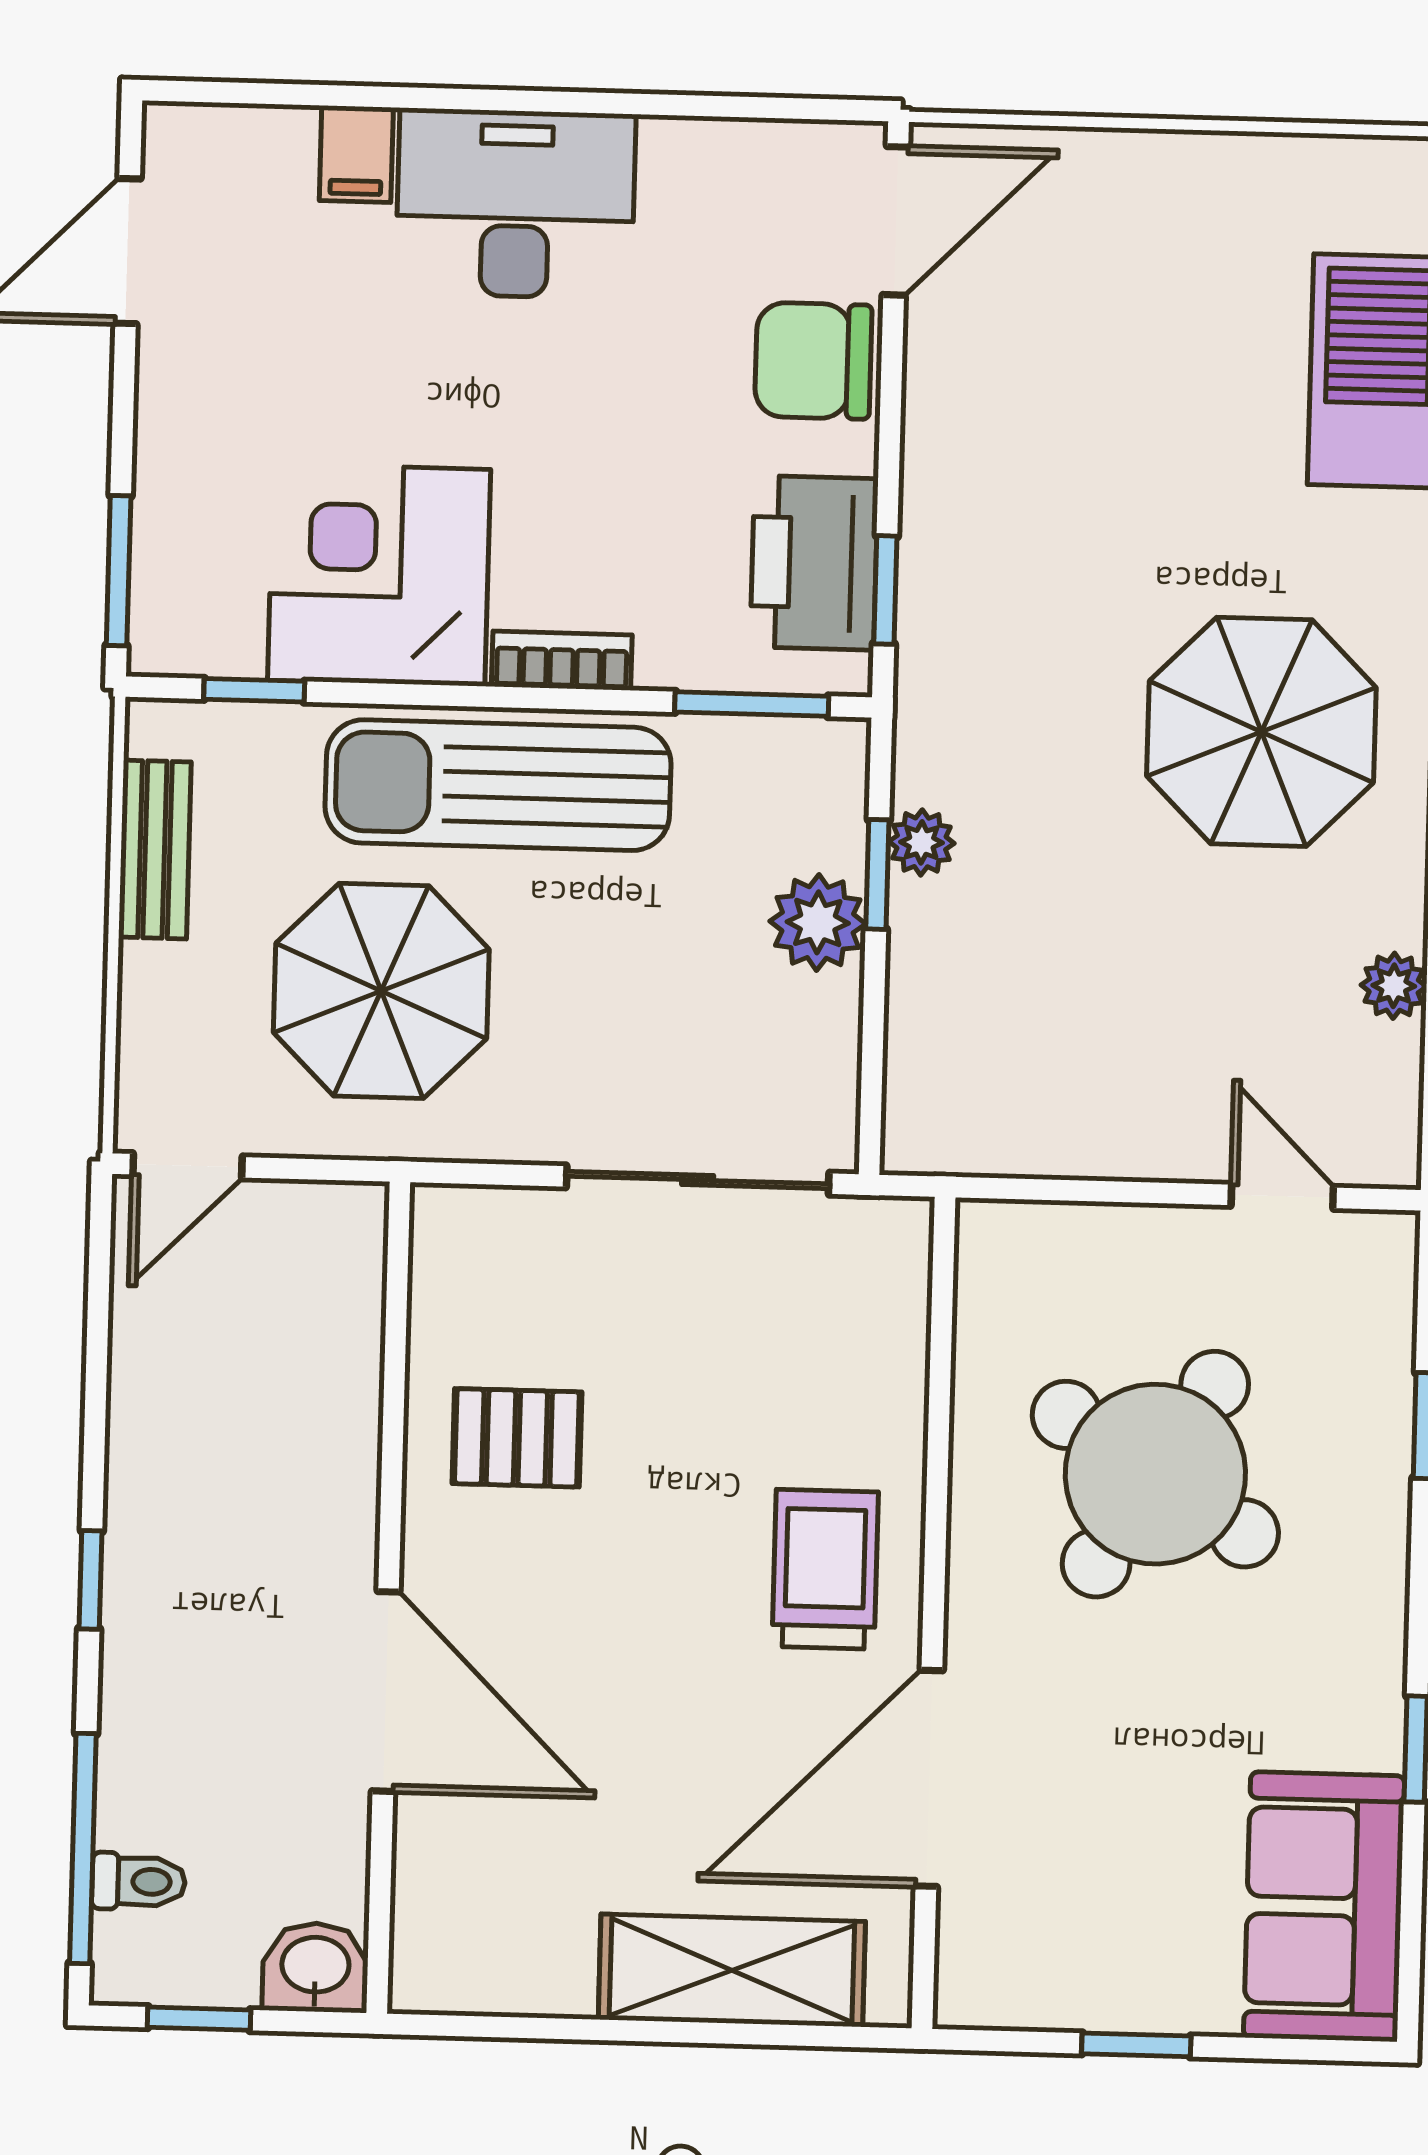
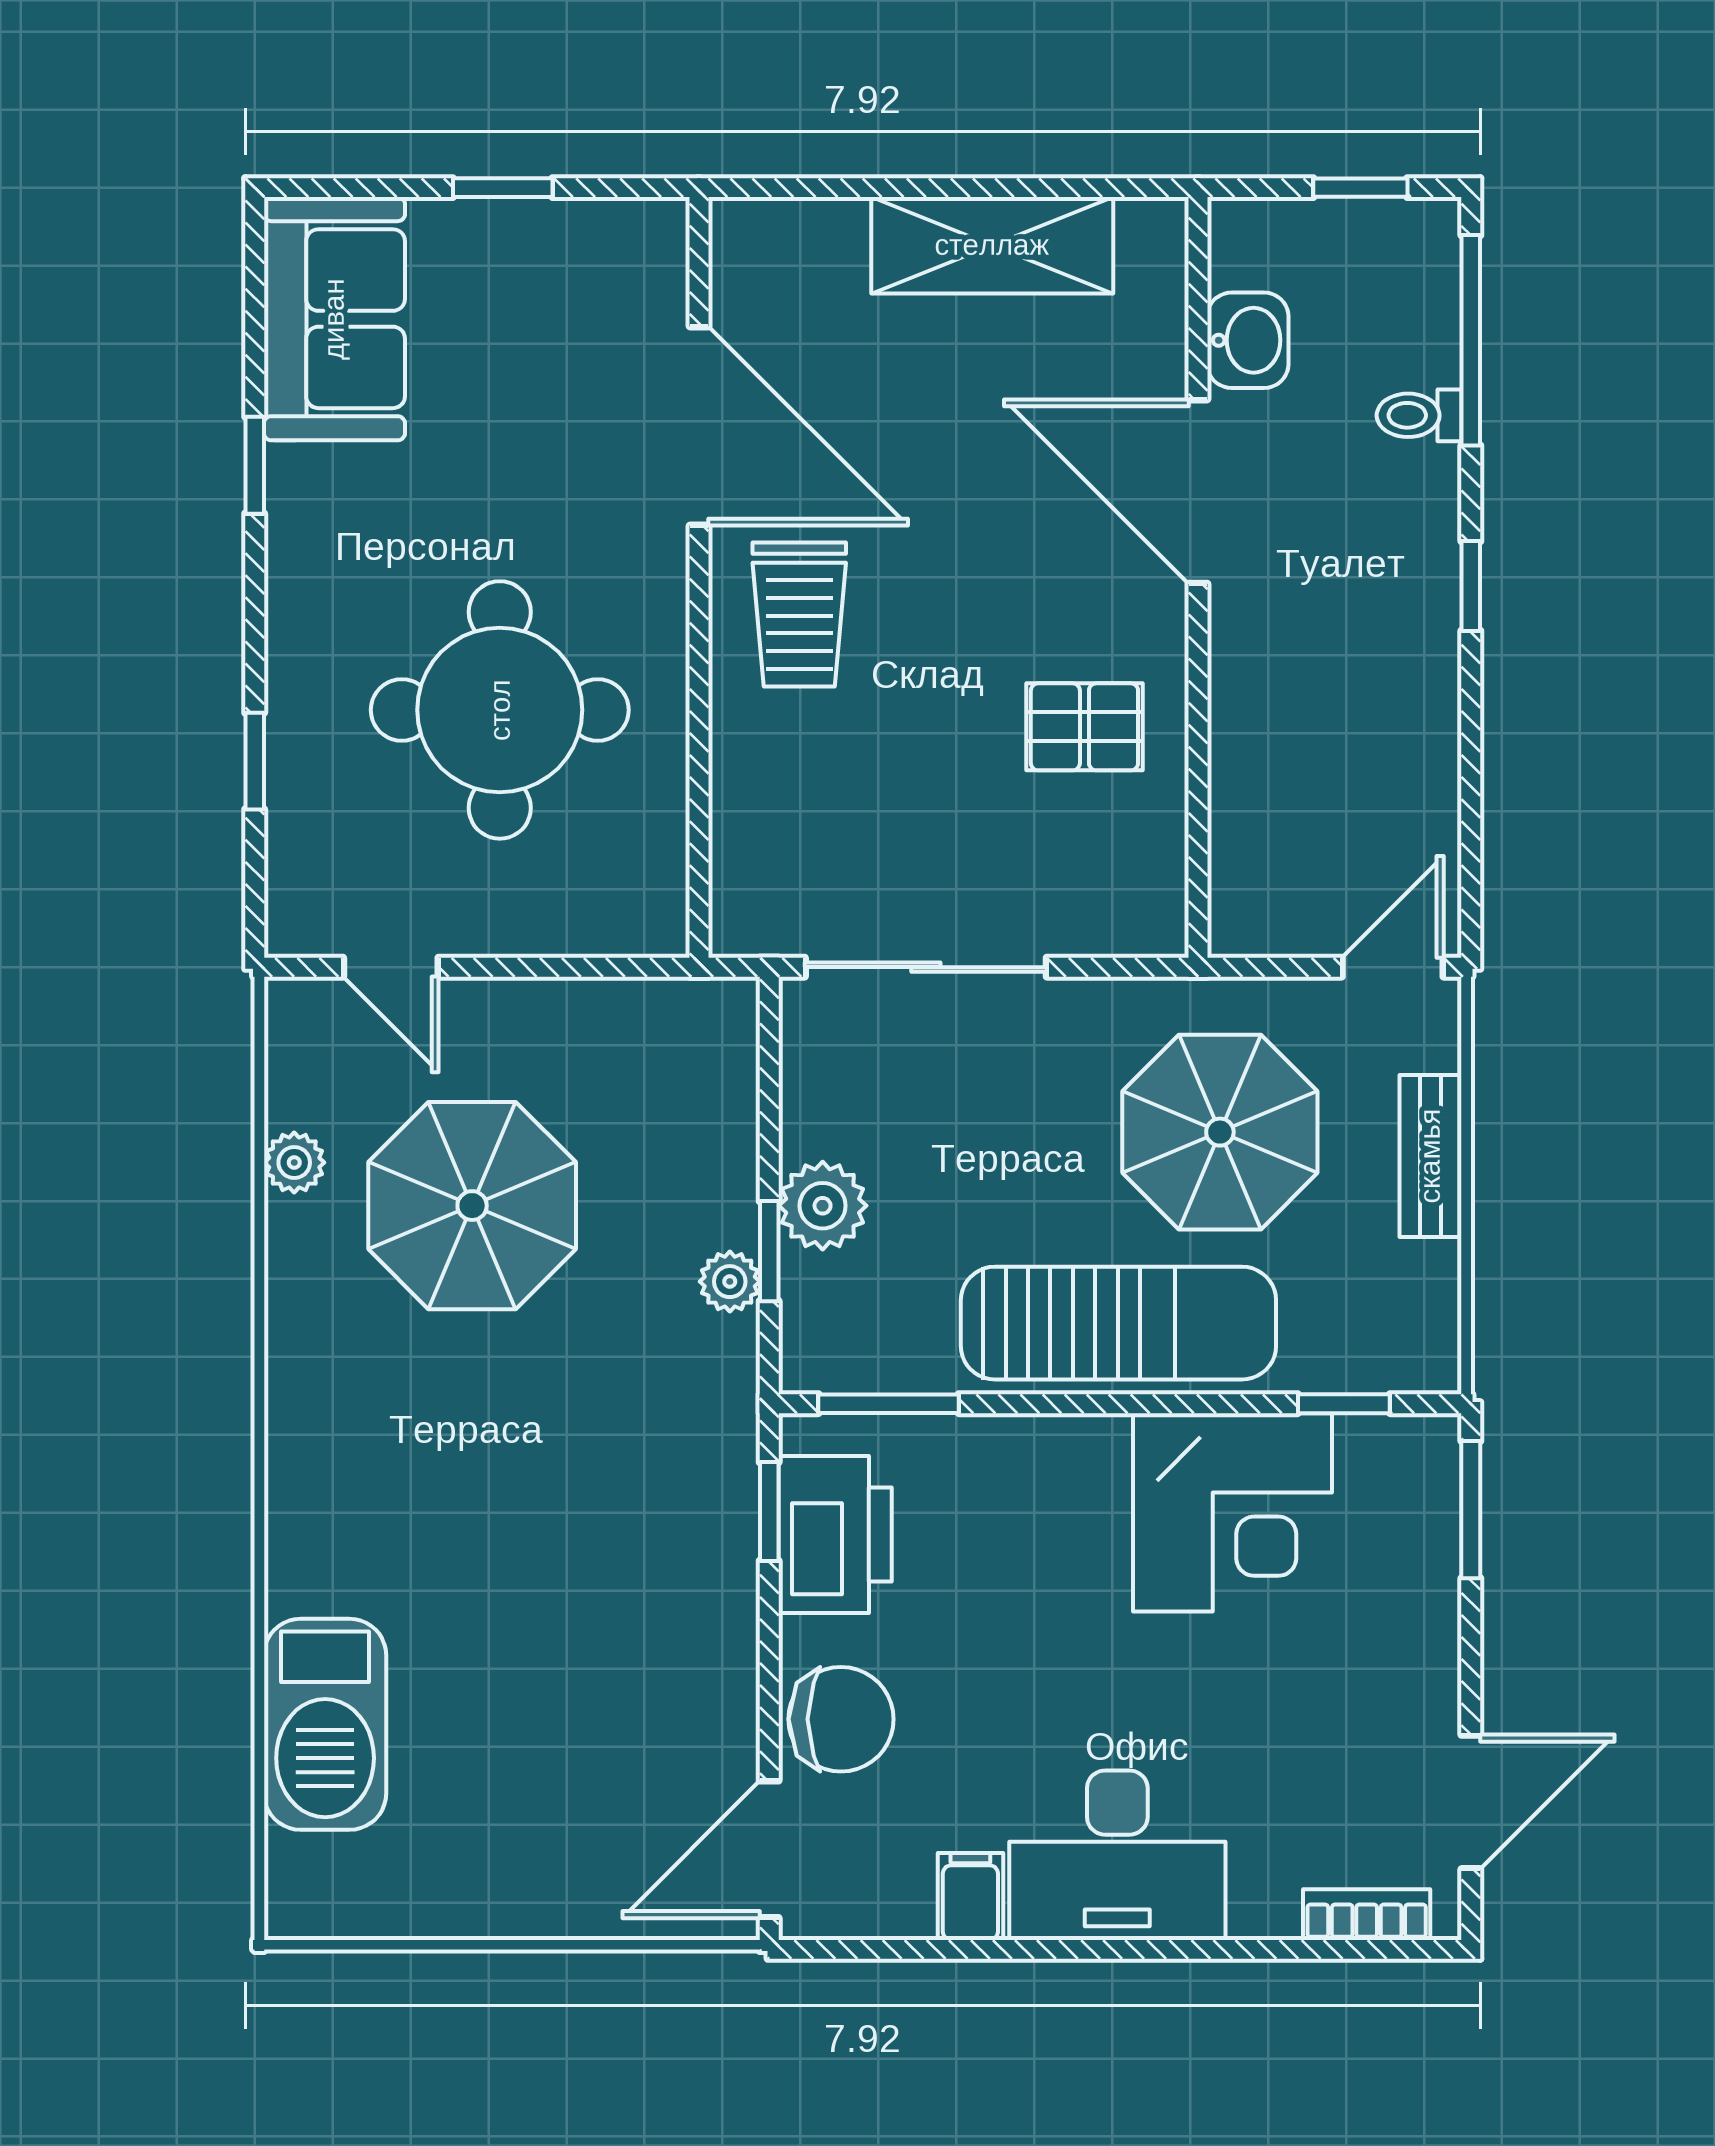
filing cabinet: (356, 154) -> (970, 1897), moved
bookcase: (562, 661) -> (1367, 1915), moved, turned 180
parasol: (1261, 732) -> (472, 1206), moved
bench: (155, 850) -> (1430, 1156), moved
round table: (1155, 1474) -> (500, 710), turned -32
door: (929, 1778) -> (699, 426), hinge flipped
toilet: (139, 1881) -> (1419, 415), moved
washbasin: (315, 1967) -> (1248, 340), moved, turned -90
shelving: (732, 1970) -> (992, 245), moved

